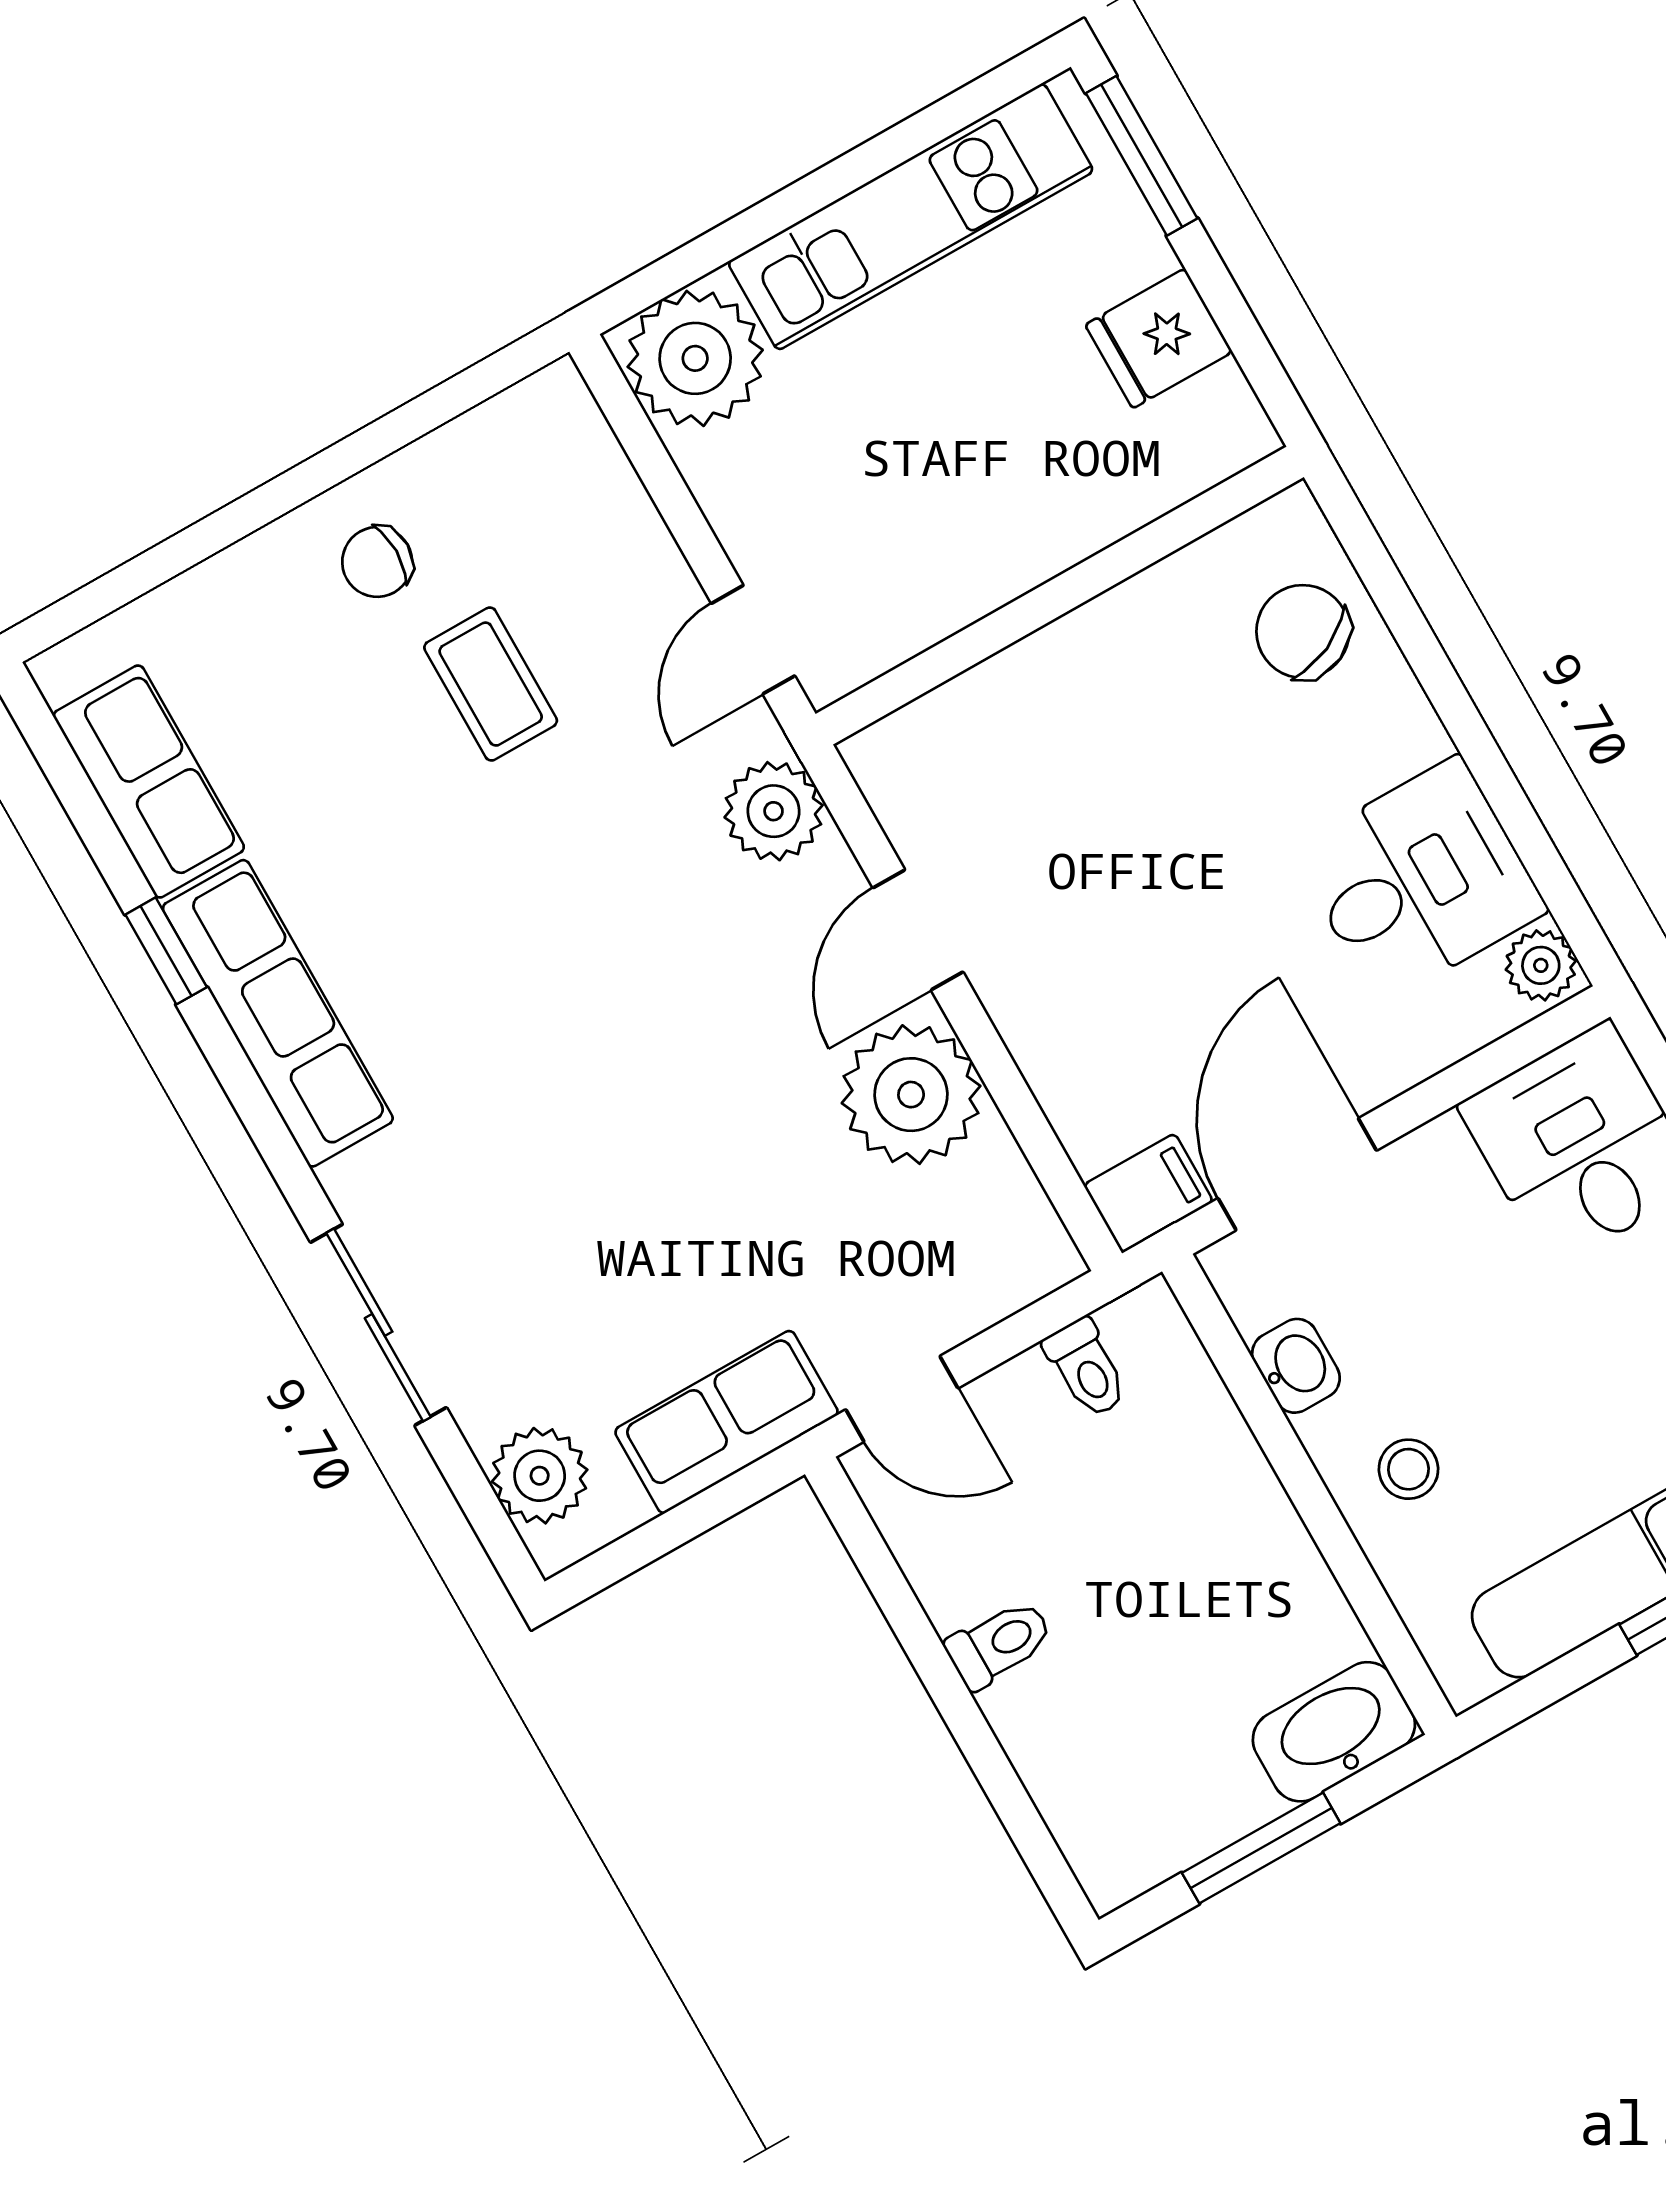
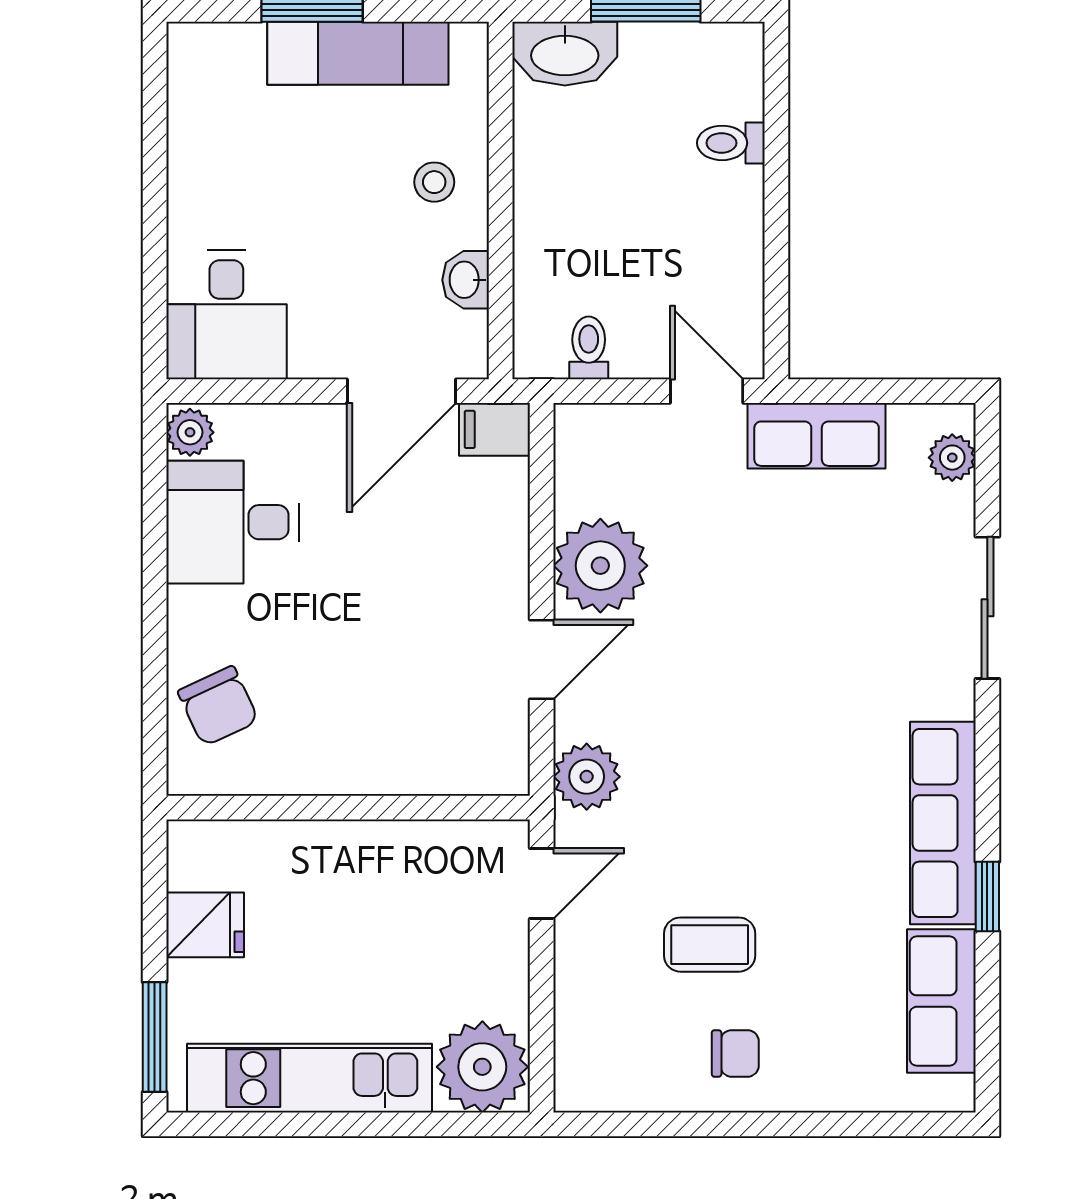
coffee table: (491, 684) -> (710, 945), turned 90
plant: (540, 1476) -> (952, 458), width x0.73, depth x0.73
toilet: (999, 1644) -> (731, 143), moved

